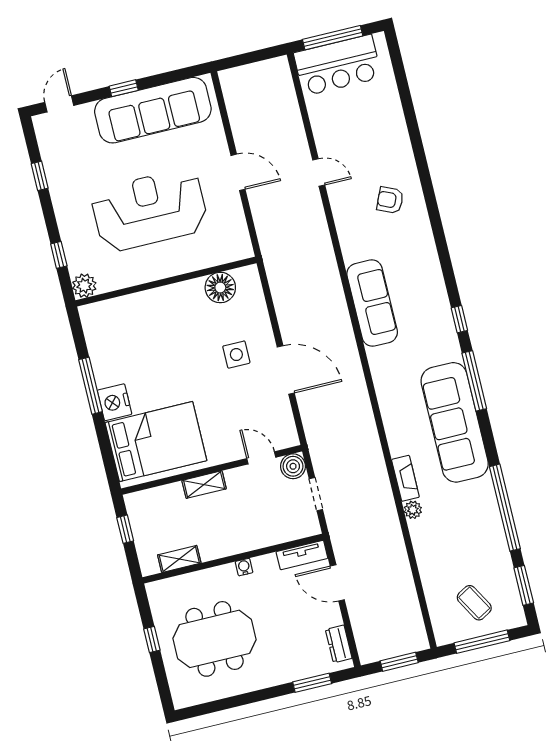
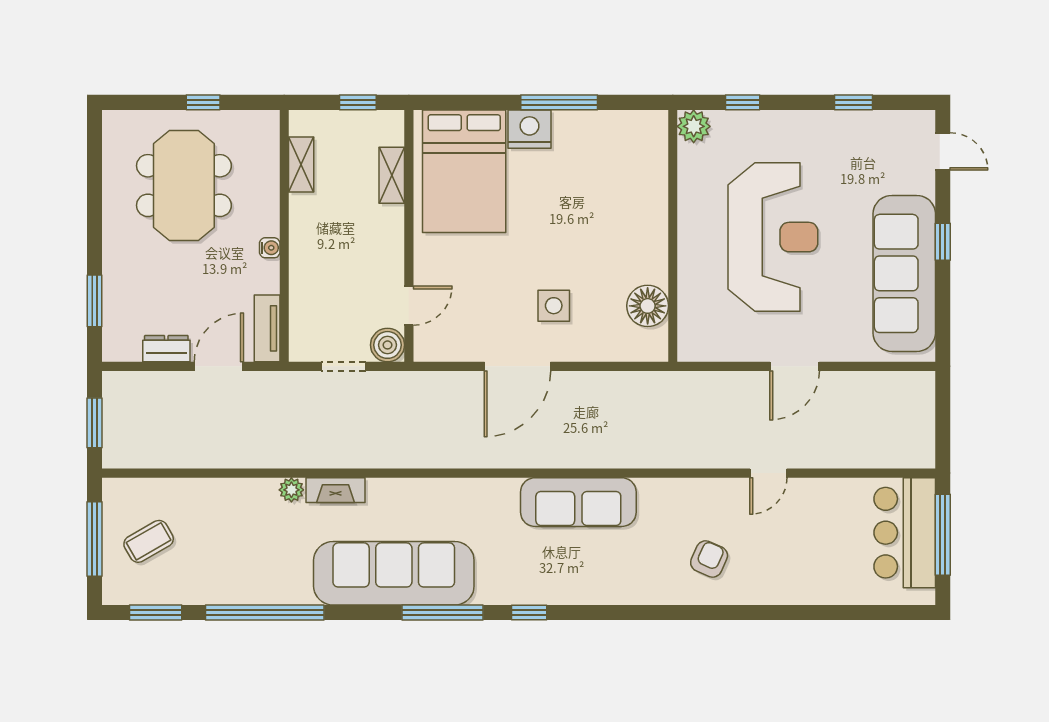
shelving: (204, 485) -> (392, 175), moved
dresser: (339, 644) -> (166, 349), moved

